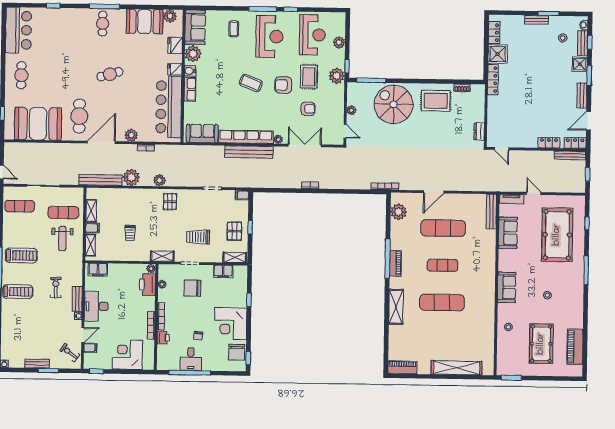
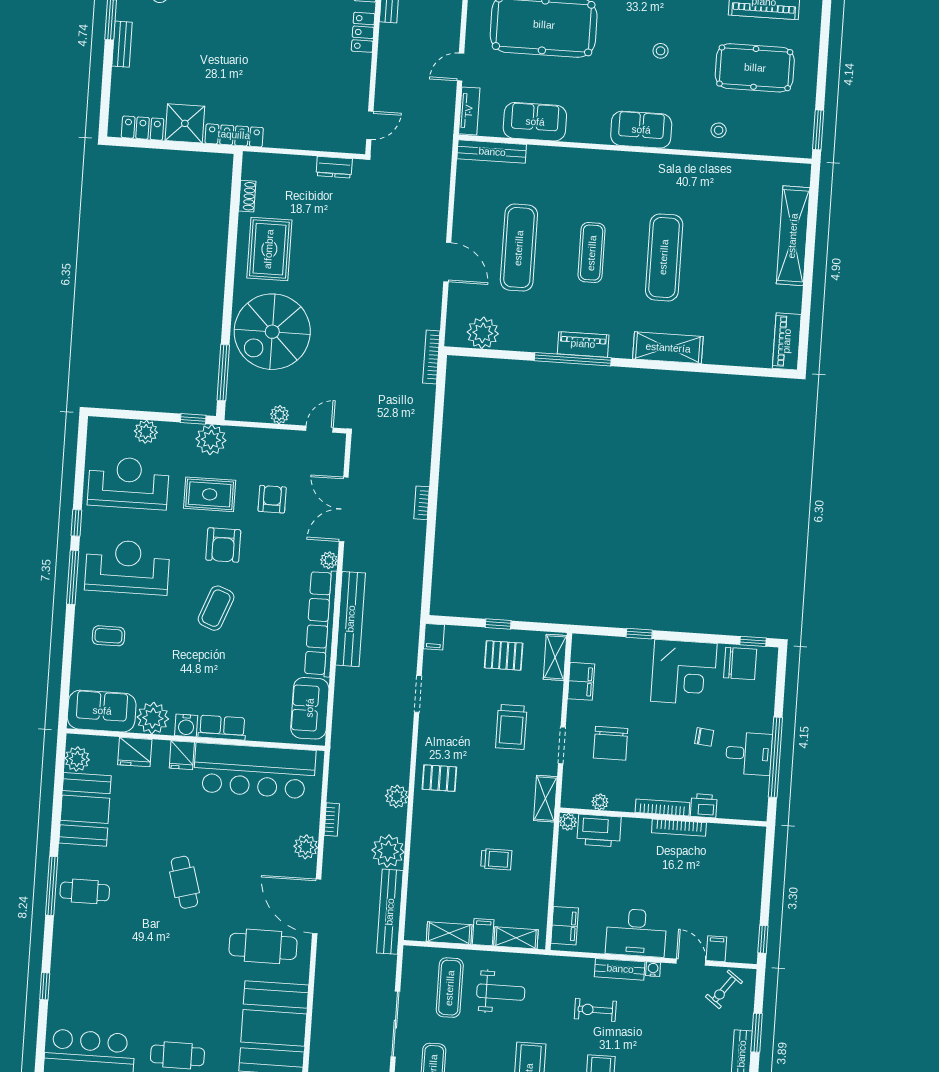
corner desk: (127, 355) -> (734, 877), removed

